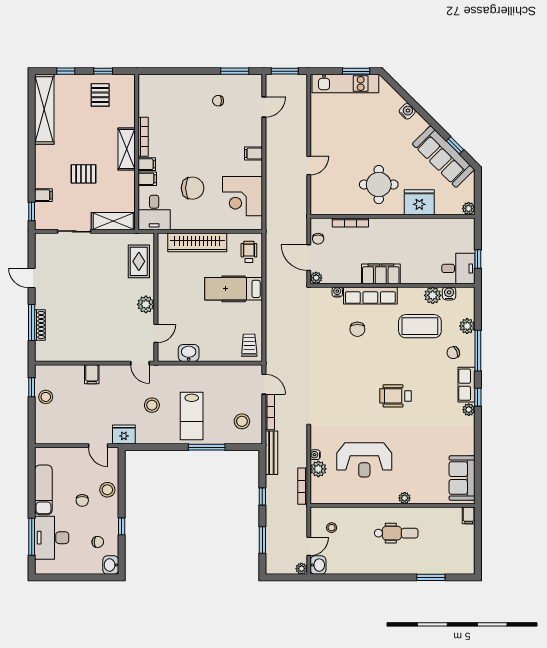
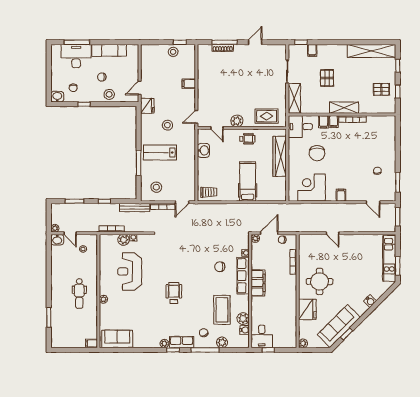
wheelchair: (249, 252) -> (247, 139), moved

